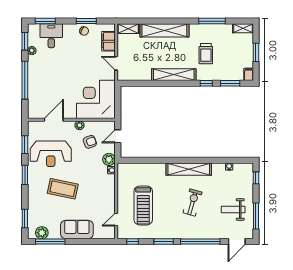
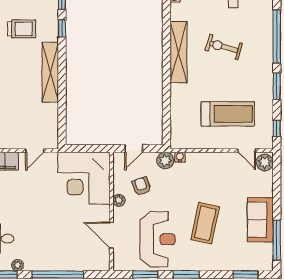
door: (118, 136) -> (134, 148), hinge flipped
sofa: (77, 229) -> (260, 220), moved
plant: (42, 233) -> (265, 162), moved

